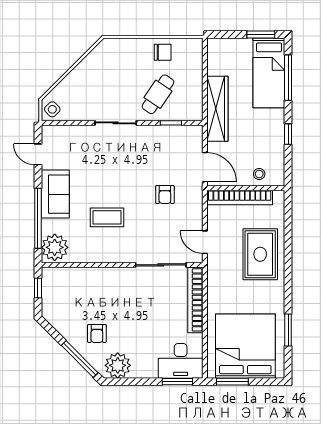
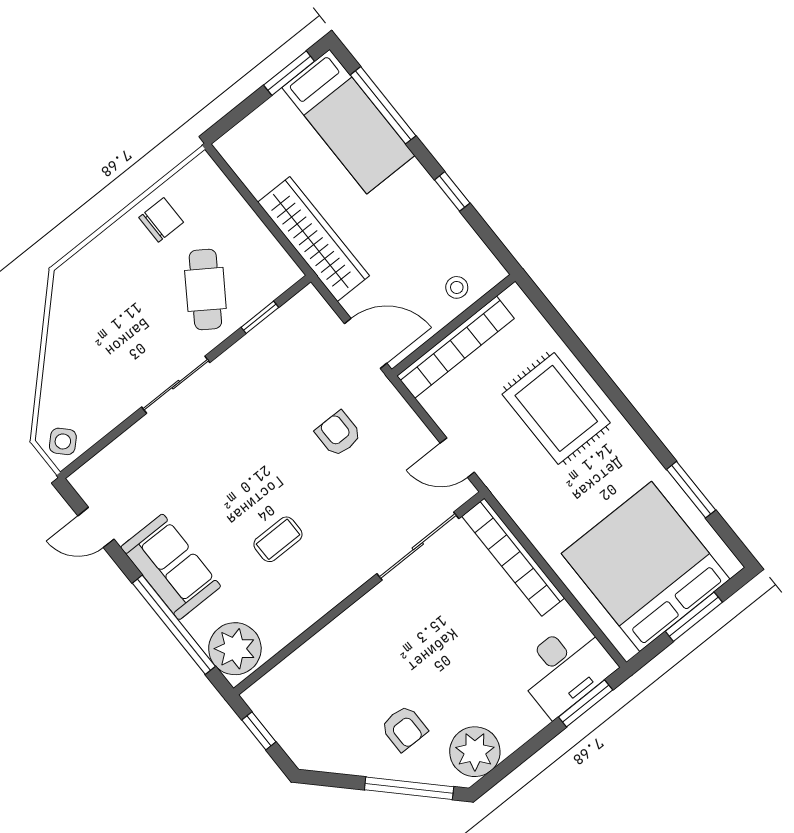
armchair: (165, 195) -> (338, 434), turned 180
coffee table: (107, 217) -> (278, 539), width x0.73, depth x0.77
window: (232, 382) -> (694, 617), moved

